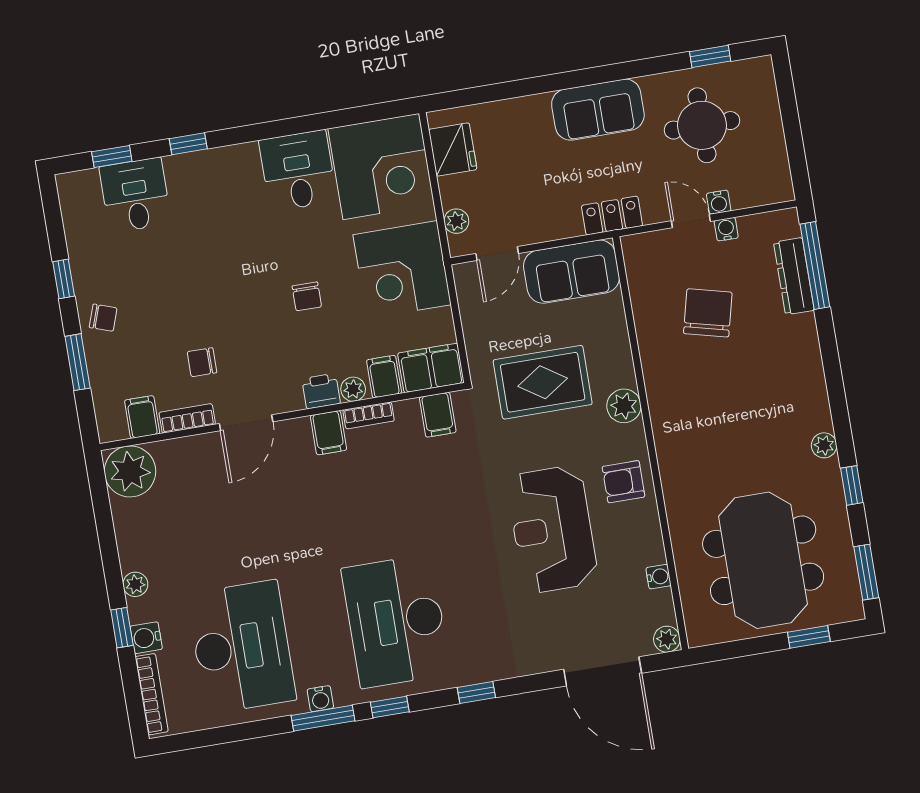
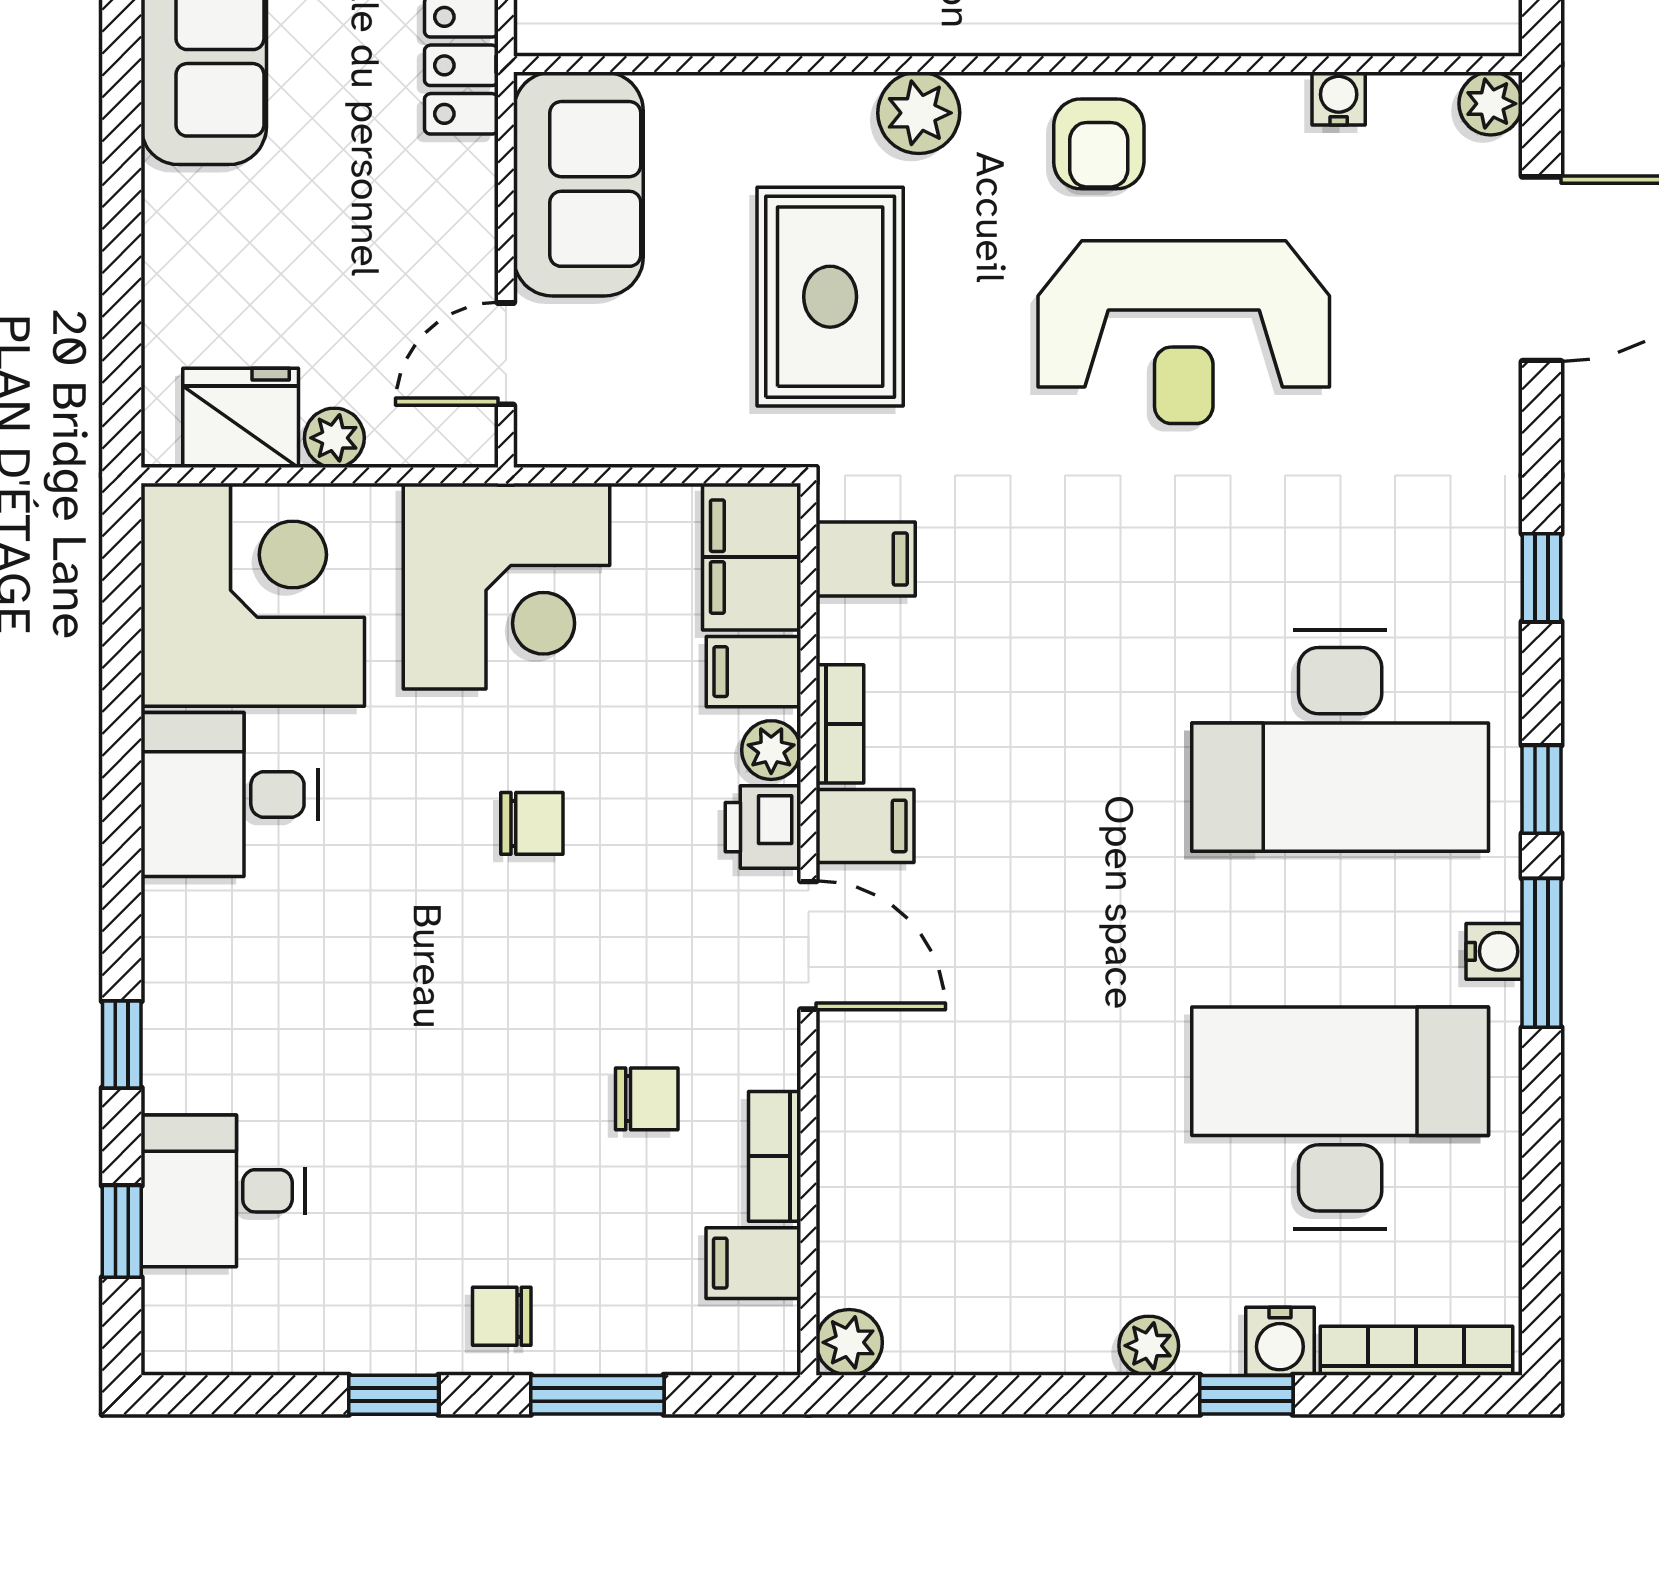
plant: (456, 221) -> (334, 438), moved
door: (497, 254) -> (506, 354), swing flipped
chair: (103, 318) -> (502, 1316), turned -109
chair: (202, 362) -> (647, 1099), turned -90
door: (246, 423) -> (808, 945), moved
plant: (130, 471) -> (849, 1342), width x0.53, depth x0.53

